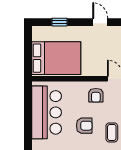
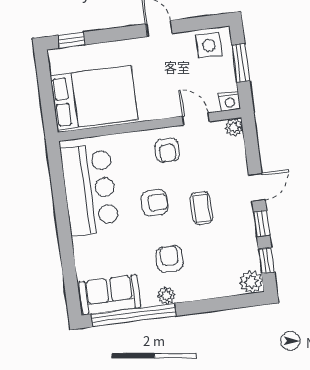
window: (59, 22) -> (72, 40), moved

